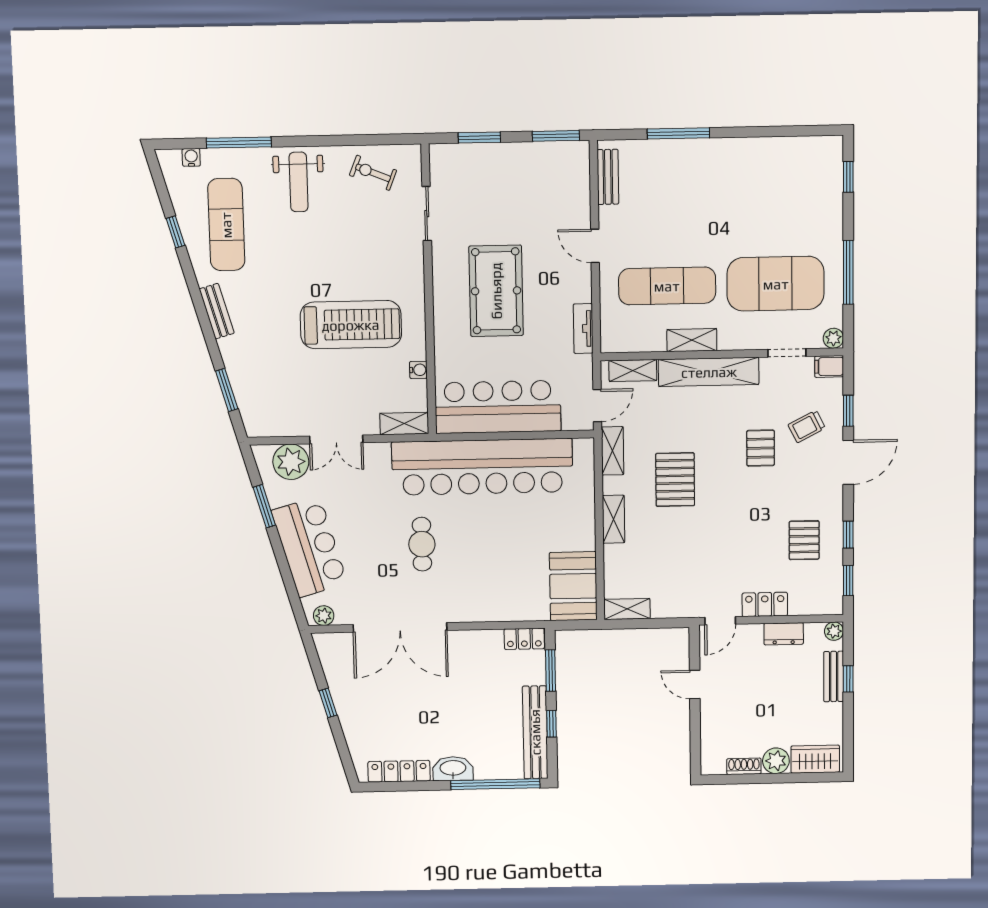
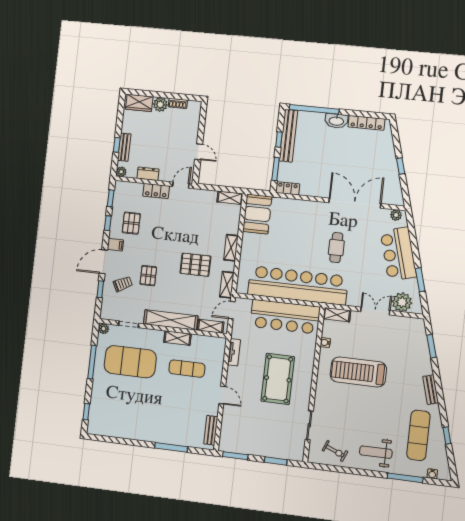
weight bench: (299, 182) -> (376, 452), turned -90
exercise mat: (667, 286) -> (187, 369), width x0.73, depth x0.69
filing cabinet: (829, 366) -> (115, 245), moved
pallet: (675, 480) -> (195, 265), turned 90

